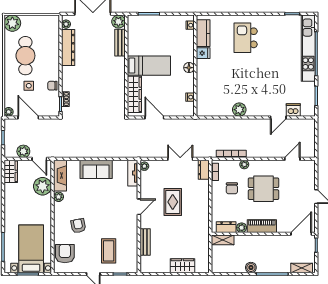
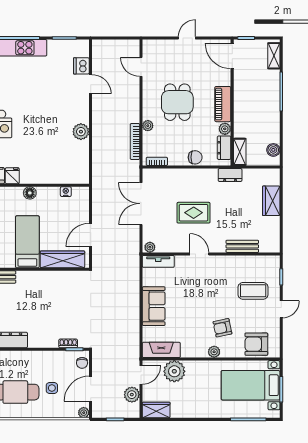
chair: (52, 86) -> (82, 363), moved
double door: (180, 159) -> (141, 204), width x1.37
dresser: (204, 170) -> (230, 175), moved
chair: (232, 188) -> (195, 157), moved
plant: (59, 197) -> (214, 352), moved
boiler: (251, 268) -> (273, 150), moved

